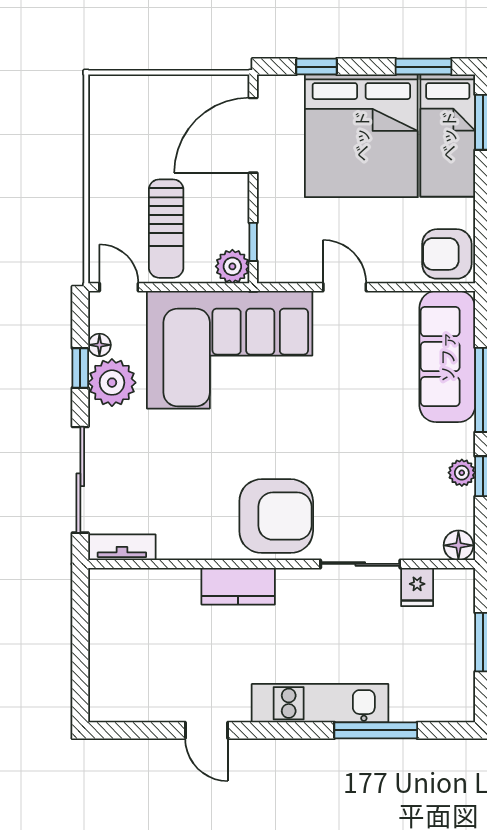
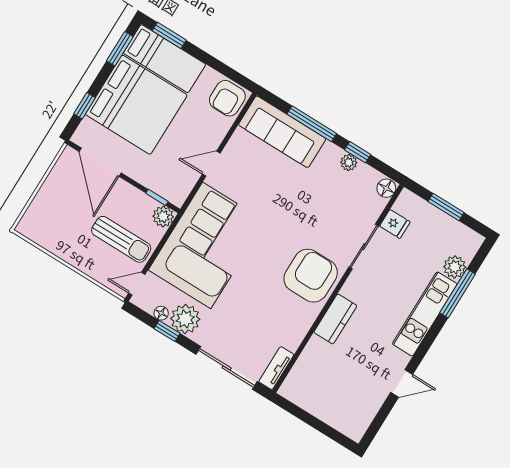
plant: (409, 704) -> (455, 267), added

